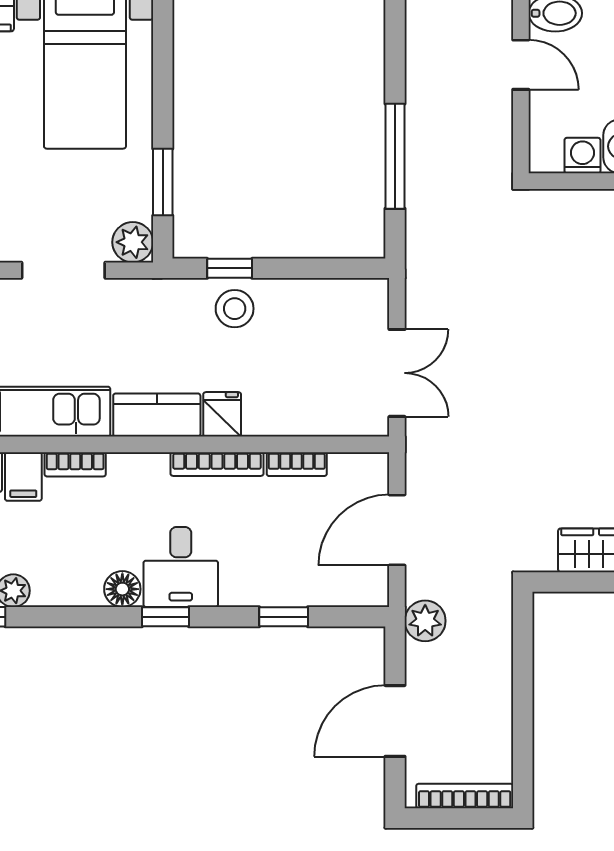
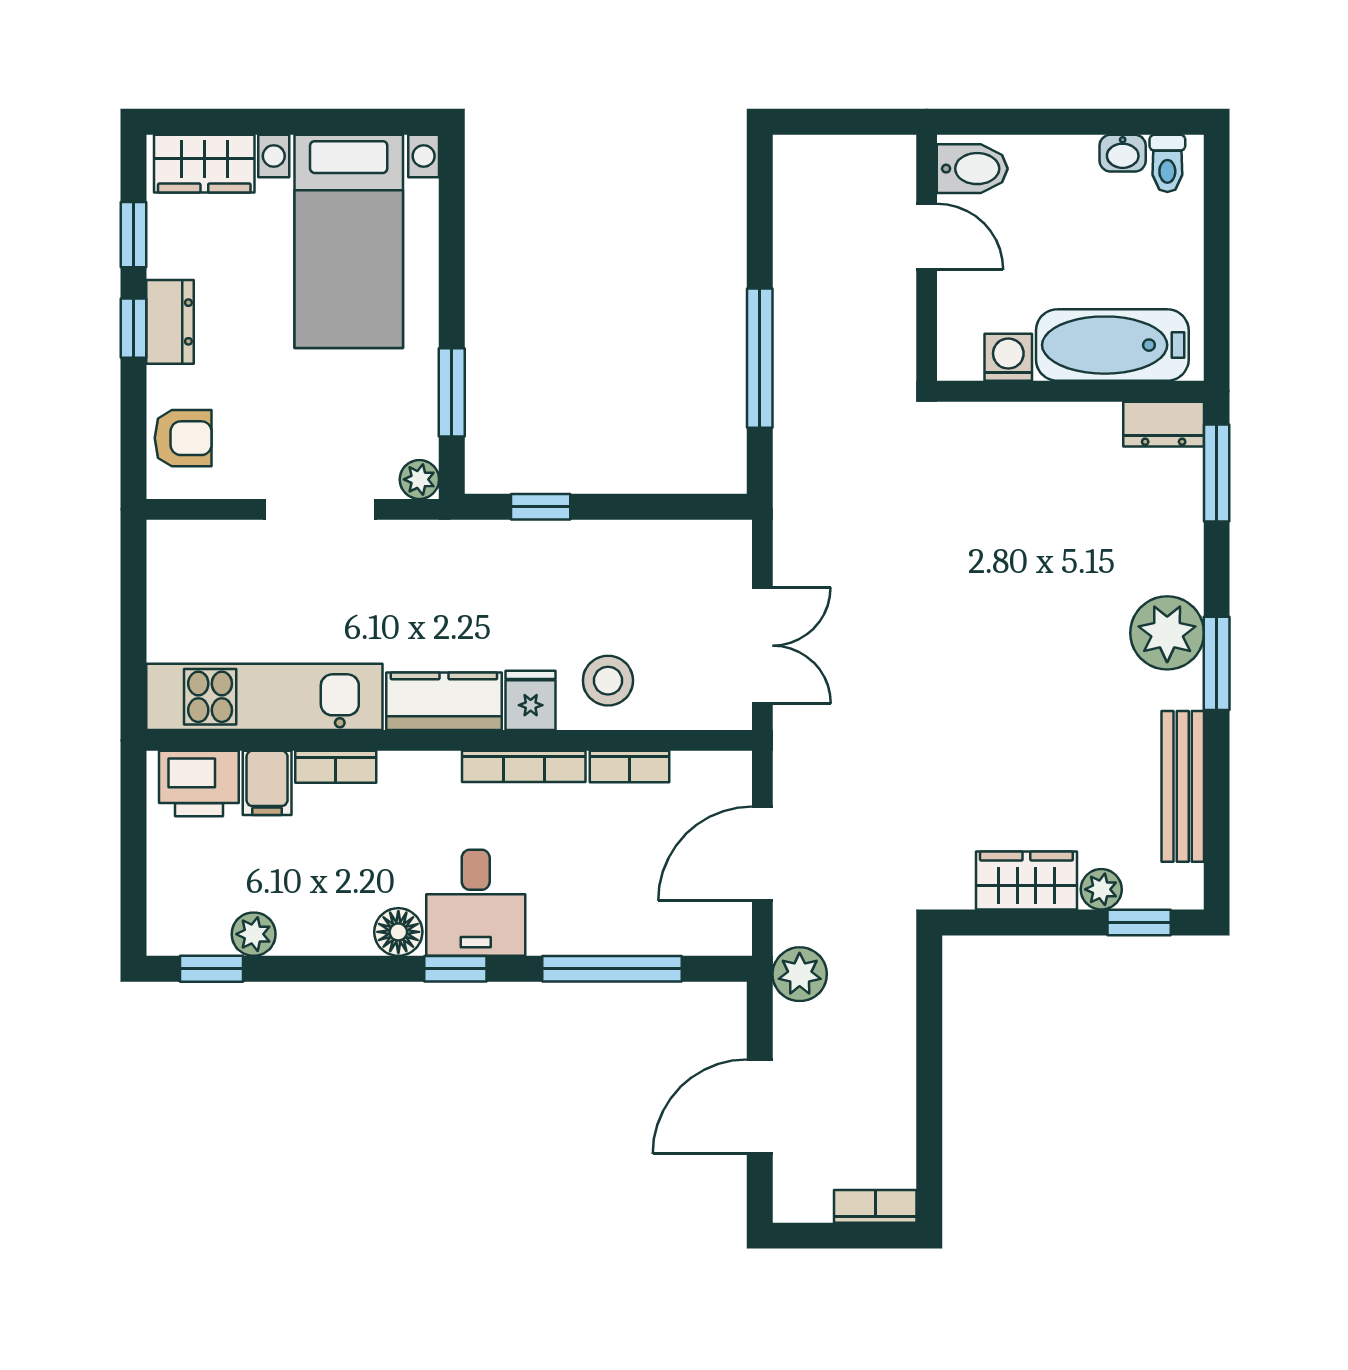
plant: (133, 242) -> (419, 479), width x0.73, depth x0.73
stool: (235, 309) -> (608, 681), moved
window: (284, 617) -> (612, 969), width x2.17
bookcase: (465, 796) -> (875, 1206), width x0.64

